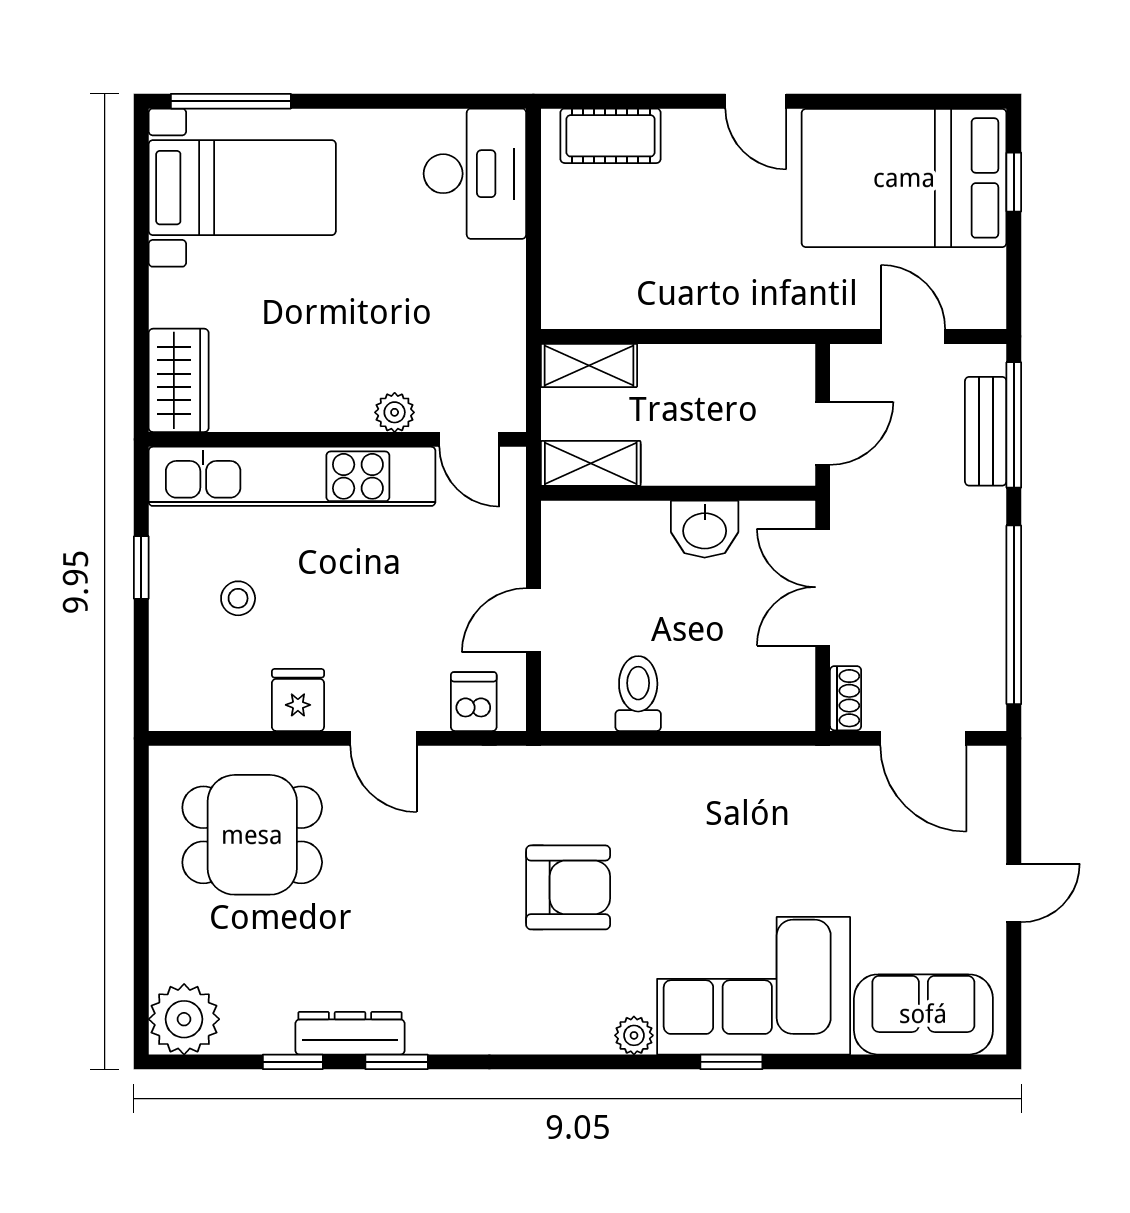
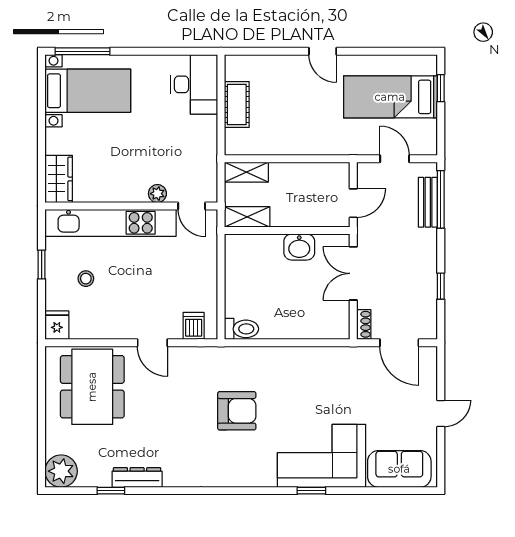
cot: (611, 136) -> (237, 105), moved, turned 90
bed: (904, 178) -> (390, 97), width x0.67
window: (1014, 615) -> (441, 286), width x0.32
door: (533, 620) -> (221, 289), removed
toilet: (638, 694) -> (241, 329), moved, turned 90
fridge: (298, 700) -> (57, 325), moved
dining table: (252, 835) -> (92, 387), width x1.38
plant: (634, 1035) -> (267, 479), removed
window: (397, 1062) -> (158, 491), removed

